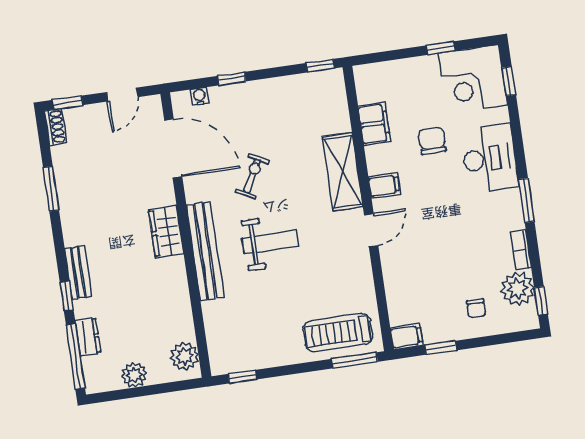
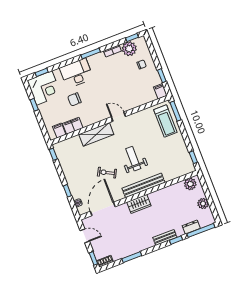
filing cabinet: (384, 186) -> (59, 131), moved

